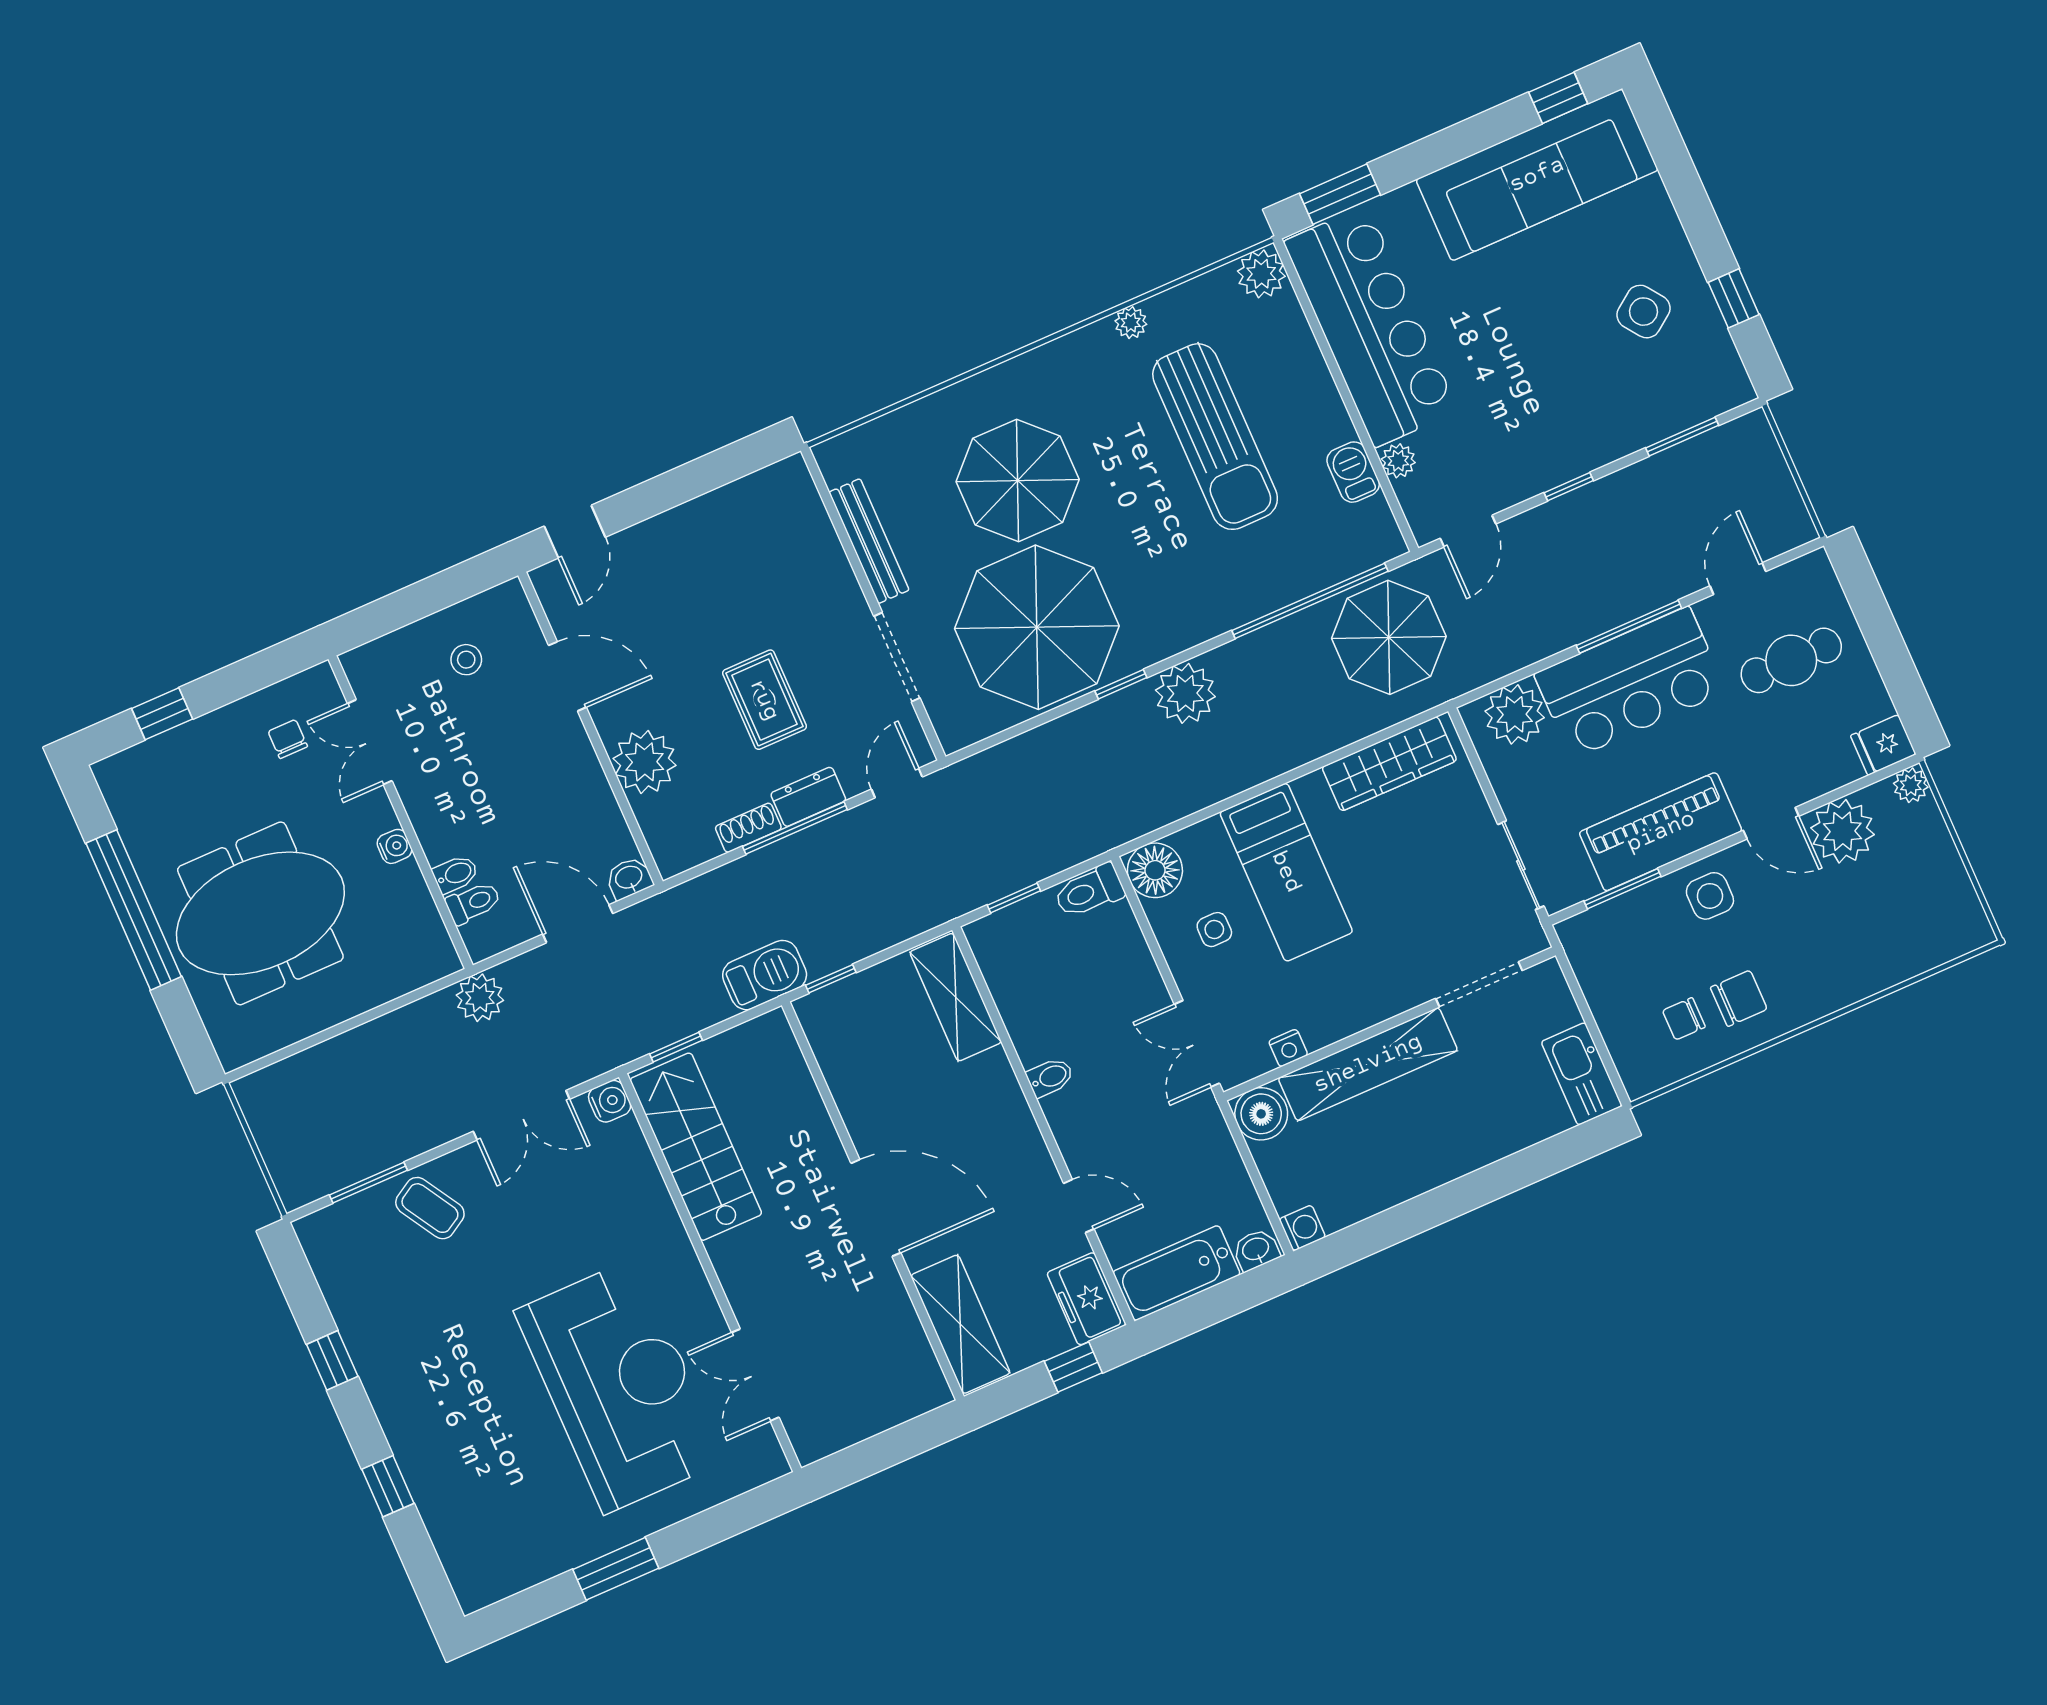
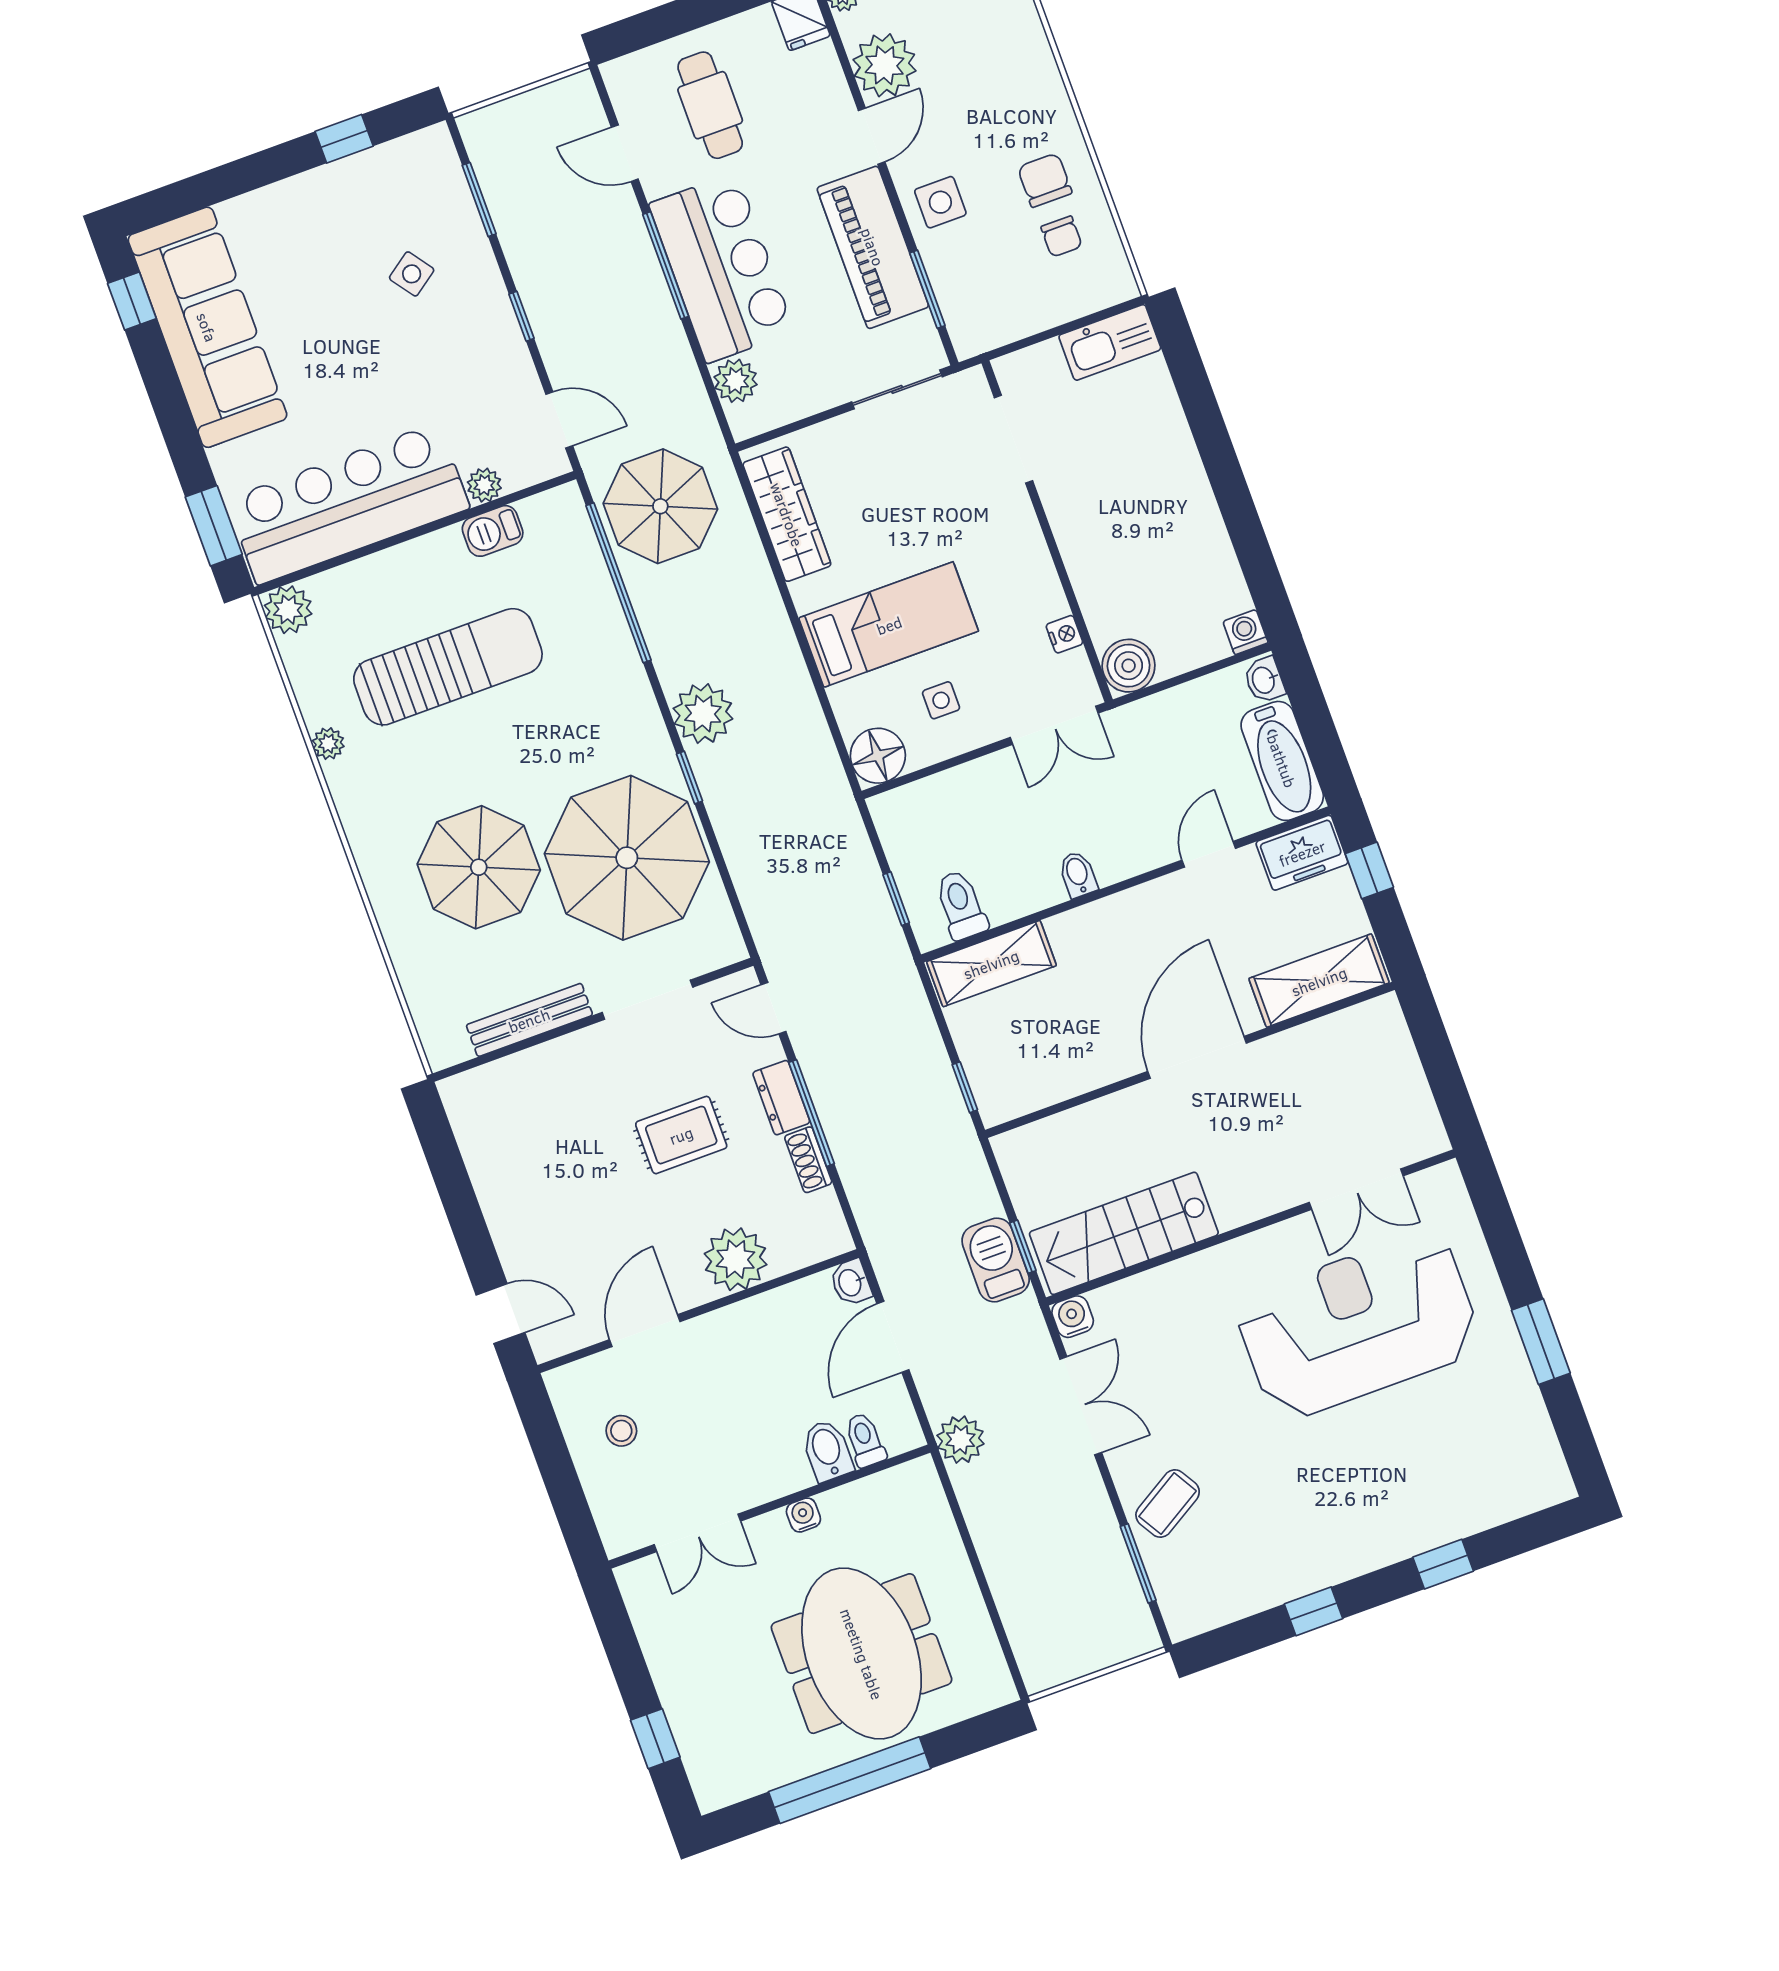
side table: (1643, 312) -> (412, 274), moved, width x0.73, depth x0.73
plant: (1515, 714) -> (736, 381), width x0.73, depth x0.73
chair: (288, 739) -> (689, 1615), removed
bidet: (455, 874) -> (827, 1451), width x1.38, depth x1.36
toilet: (1089, 891) -> (961, 905), moved, turned 180
barbecue: (765, 975) -> (996, 1260), moved
shelving: (1368, 1064) -> (1086, 556), removed

